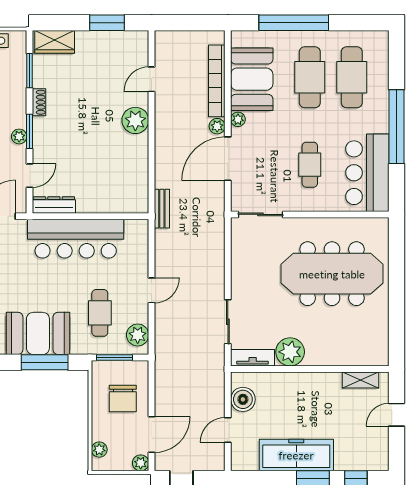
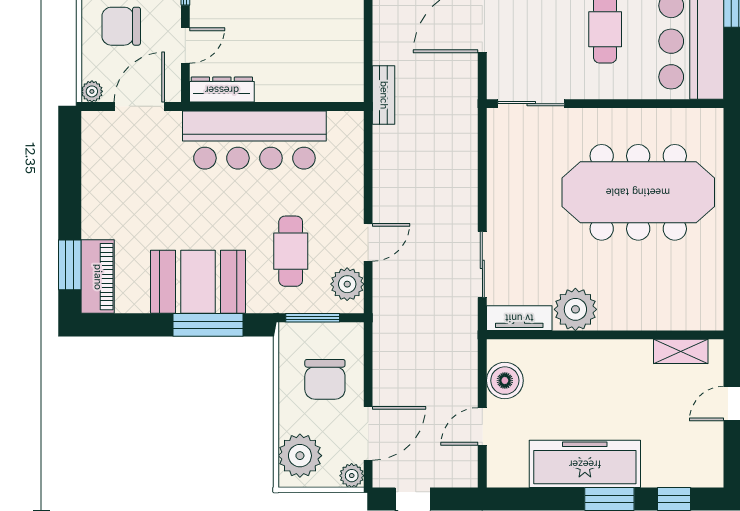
door: (152, 290) -> (368, 242), moved
plant: (99, 450) -> (300, 456), width x1.88, depth x1.88

